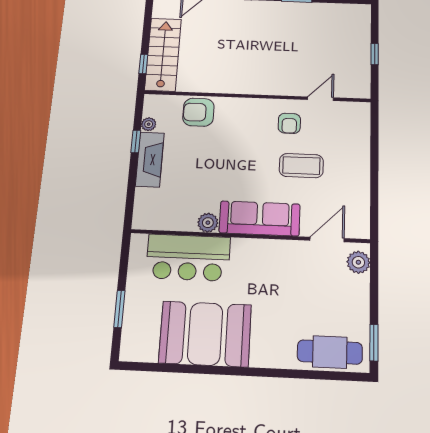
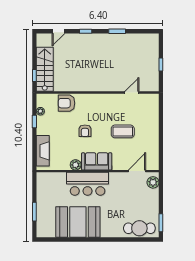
armchair: (289, 123) -> (85, 131), moved
fireplace: (150, 159) -> (43, 151), moved
sofa: (260, 218) -> (97, 161), width x0.73
bar counter: (188, 257) -> (88, 184), moved

